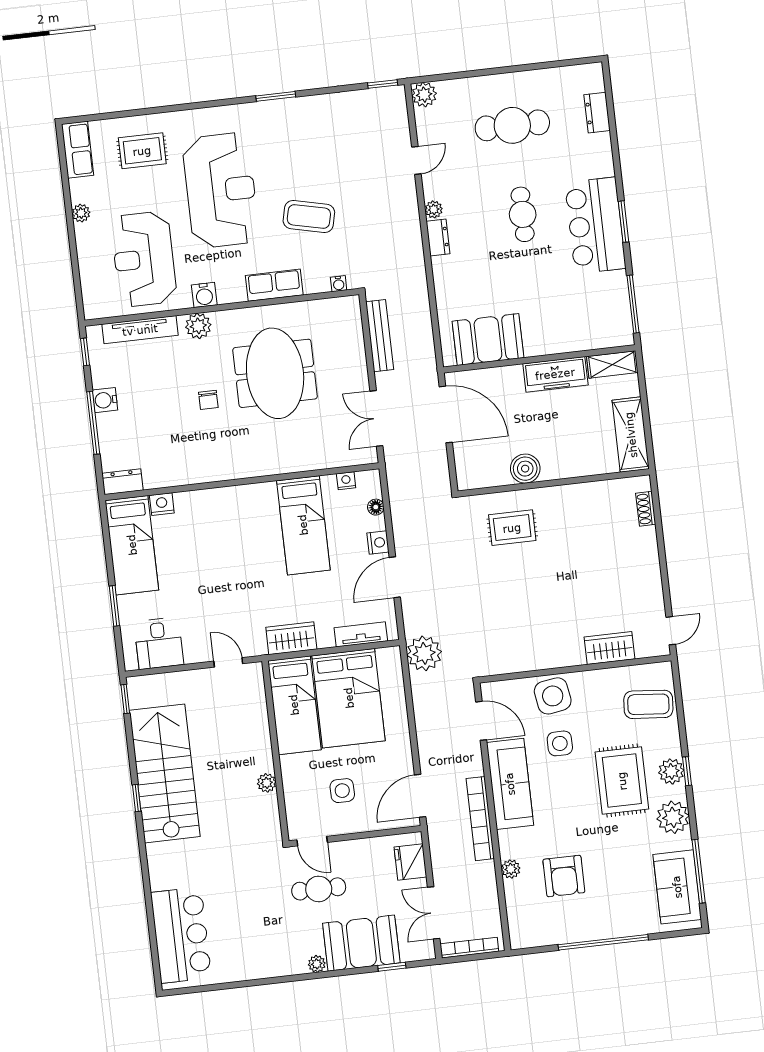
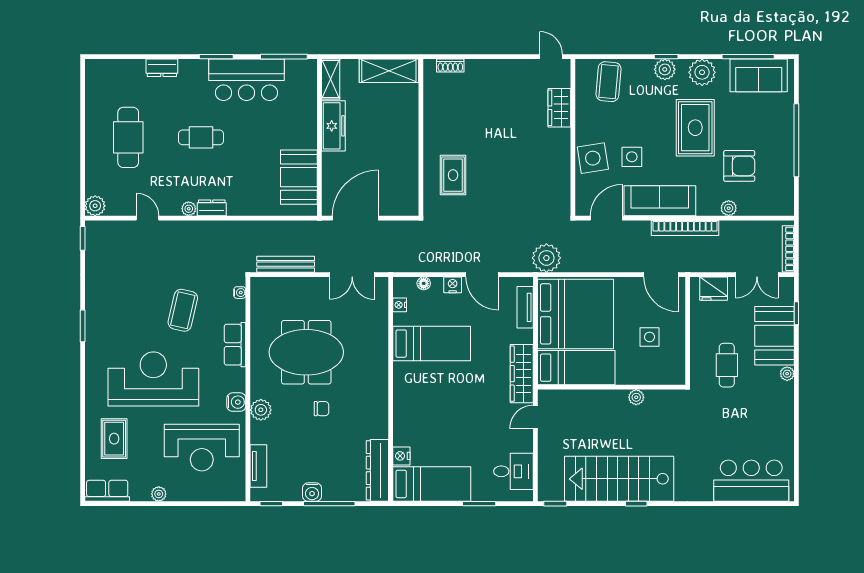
dresser: (597, 113) -> (162, 68), moved
bar counter: (595, 225) -> (246, 80), moved
tv unit: (140, 330) -> (258, 466), width x0.71
boiler: (525, 469) -> (407, 159), removed
dresser: (122, 482) -> (377, 470), width x1.96, depth x1.24
wardrobe: (291, 638) -> (522, 374), width x1.50
bed: (349, 698) -> (576, 314), width x1.36
rug: (622, 781) -> (695, 128), moved, turned 90
door: (312, 841) -> (688, 366), removed

